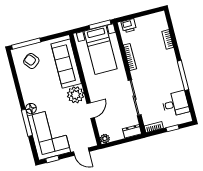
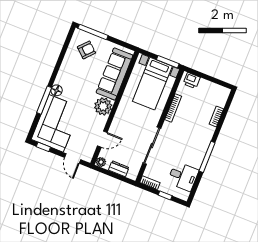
armchair: (31, 61) -> (86, 50), turned 81
door: (91, 111) -> (102, 139), moved
dresser: (132, 131) -> (119, 169), moved

